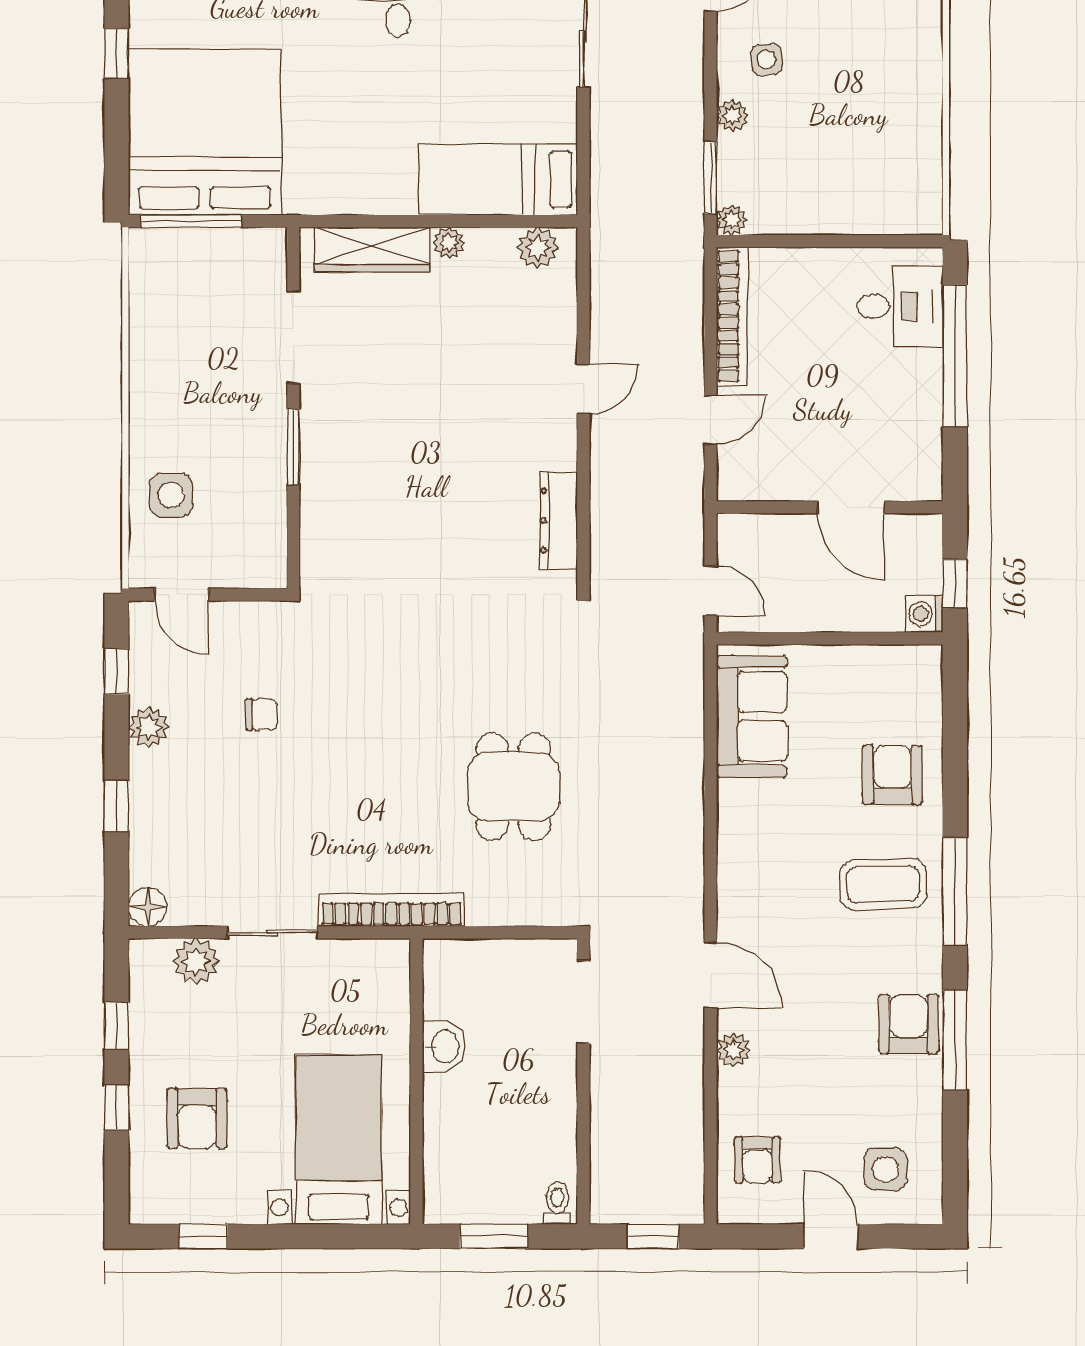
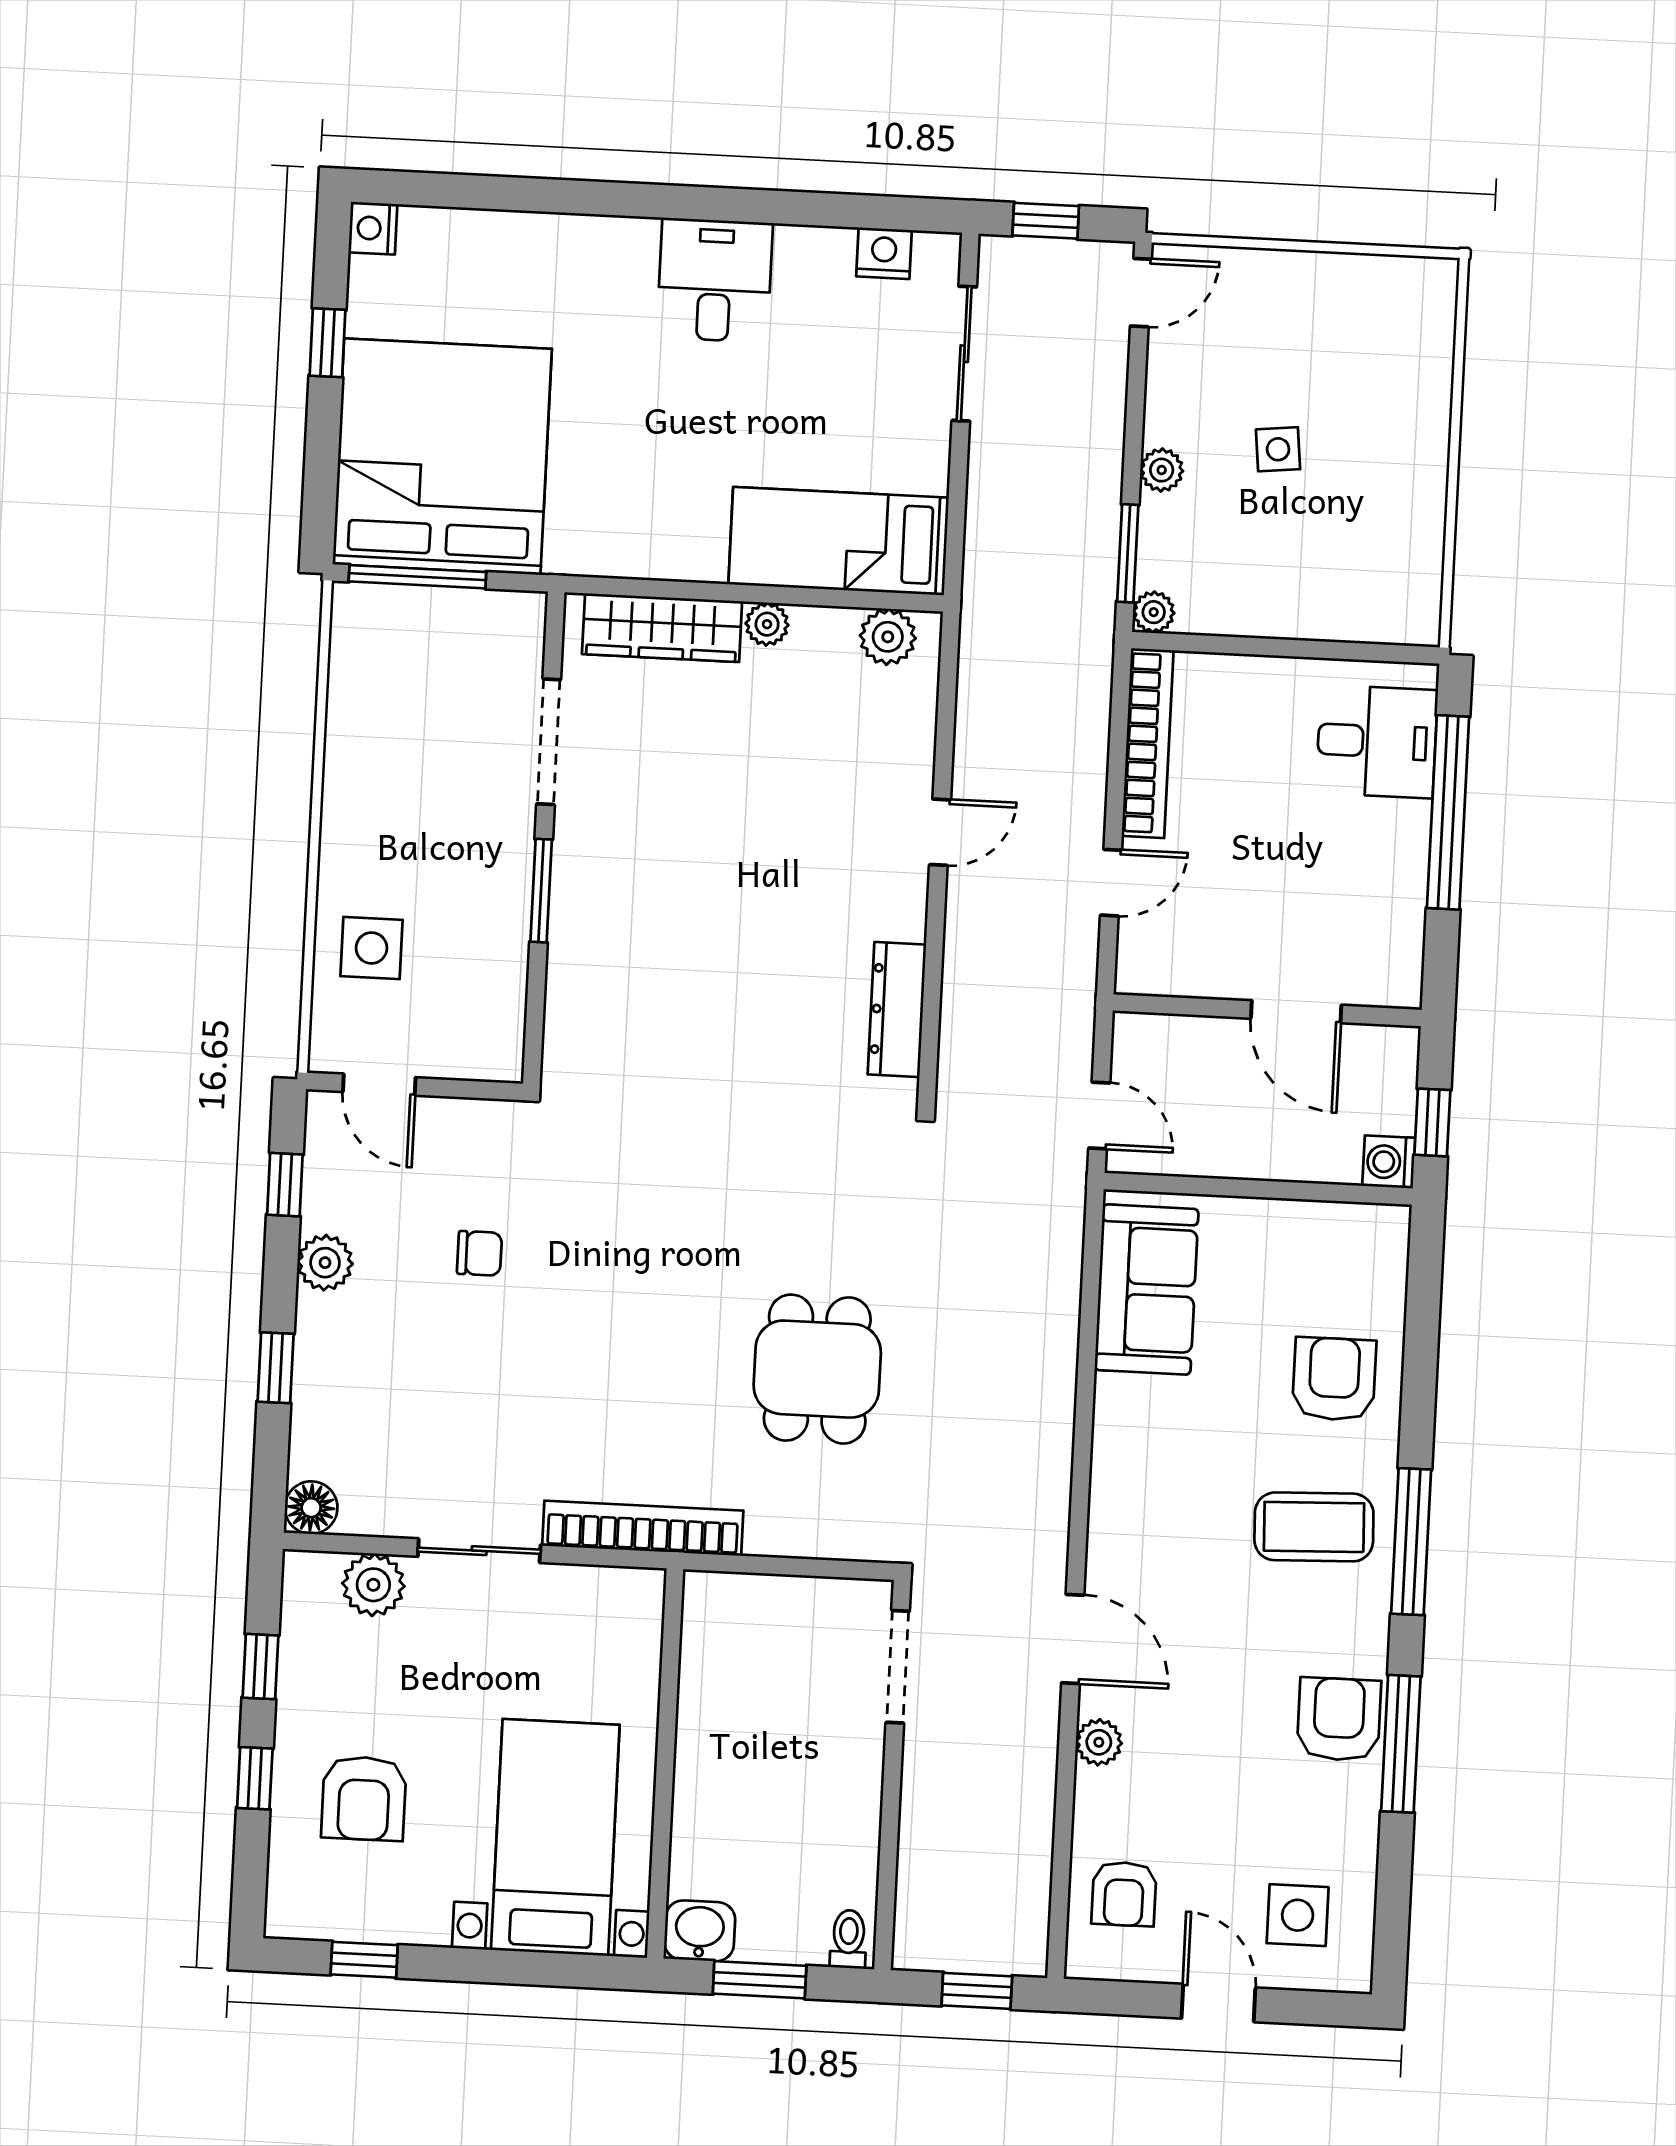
side table: (766, 60) -> (1278, 449), moved
washbasin: (444, 1047) -> (700, 1931), moved, turned -90

